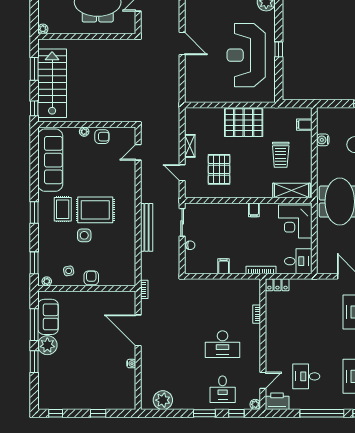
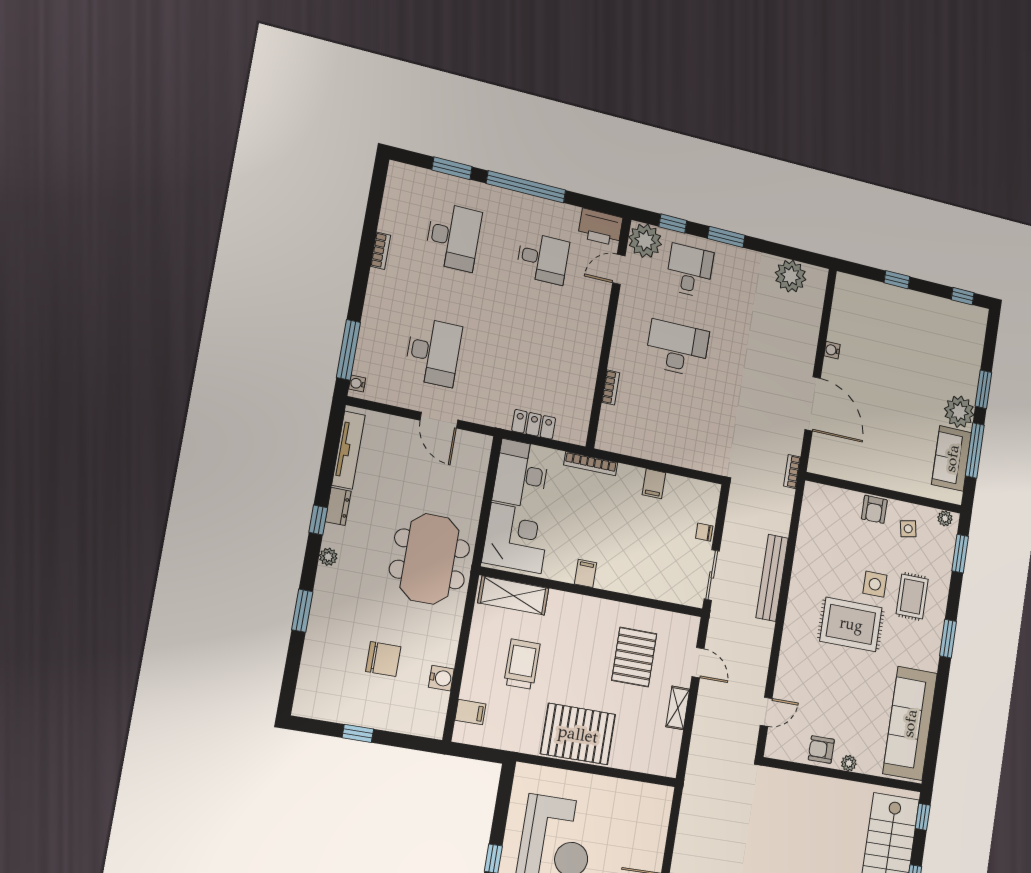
rug: (63, 209) -> (912, 596), moved
desk: (298, 261) -> (521, 474), width x1.37
locker: (277, 285) -> (534, 424), moved
plant: (255, 404) -> (645, 241), width x1.87, depth x1.87

